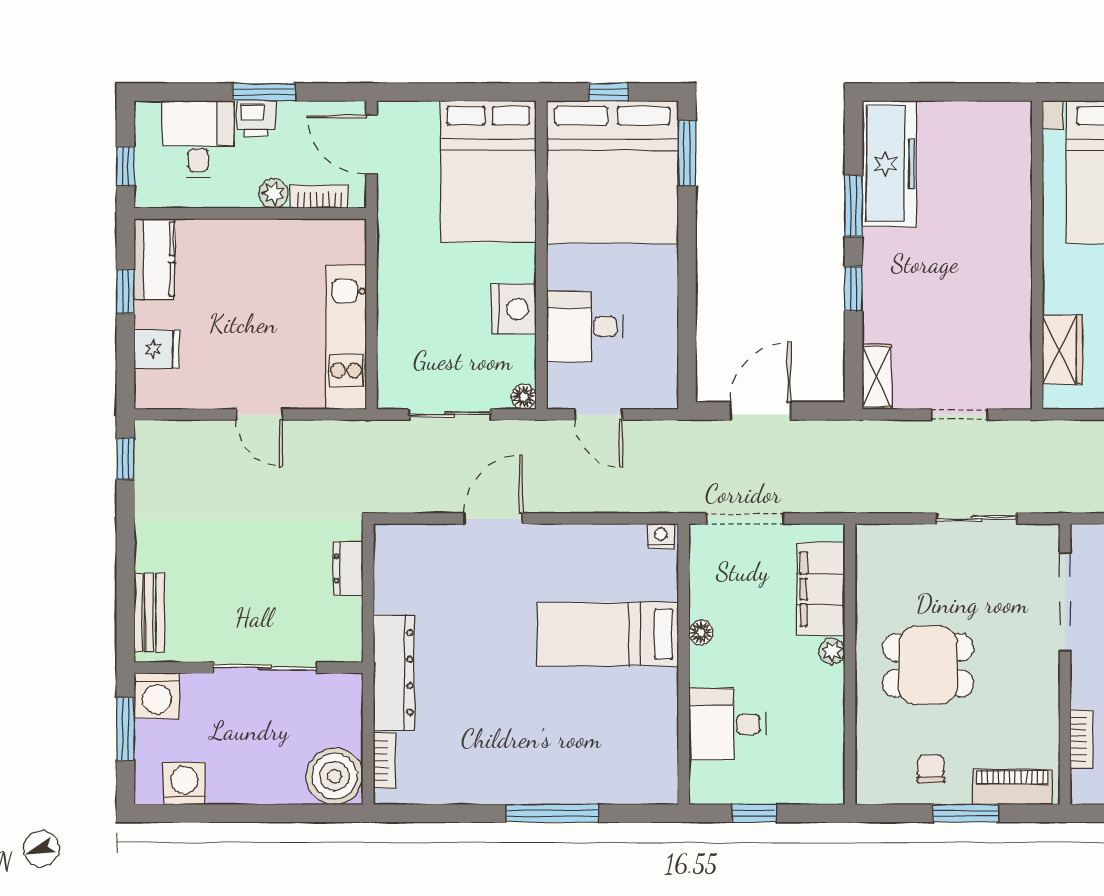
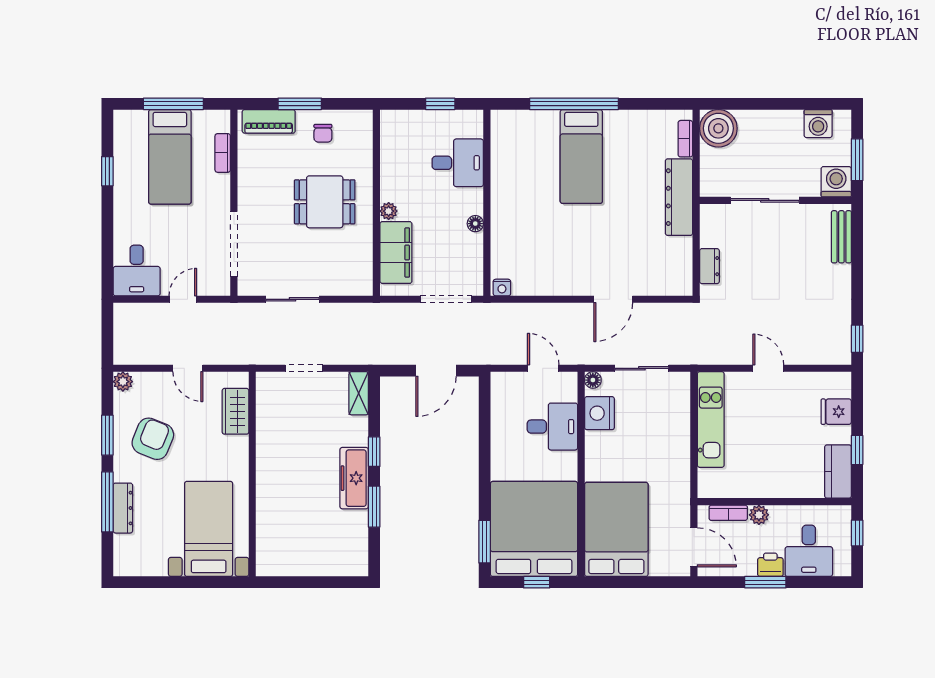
freezer: (889, 164) -> (354, 478), moved, width x0.73, depth x0.79
nightstand: (514, 309) -> (599, 413), moved
bed: (608, 634) -> (581, 156), moved, turned 90
window: (552, 813) -> (574, 104), width x1.46

